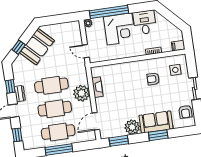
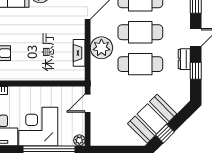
window: (19, 47) -> (165, 134), moved
door: (86, 51) -> (88, 103), swing flipped

